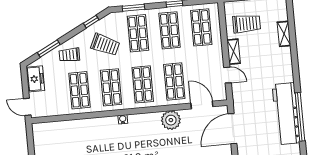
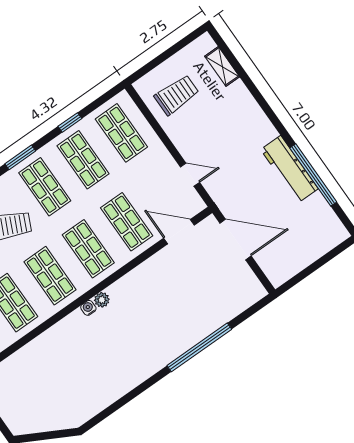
shelving: (284, 34) -> (222, 66), moved
shelving: (234, 52) -> (180, 140), removed
workbench: (286, 114) -> (289, 169), width x0.73, depth x0.76
plant: (171, 120) -> (102, 300), moved, width x0.53, depth x0.53
door: (232, 129) -> (236, 240), swing flipped

